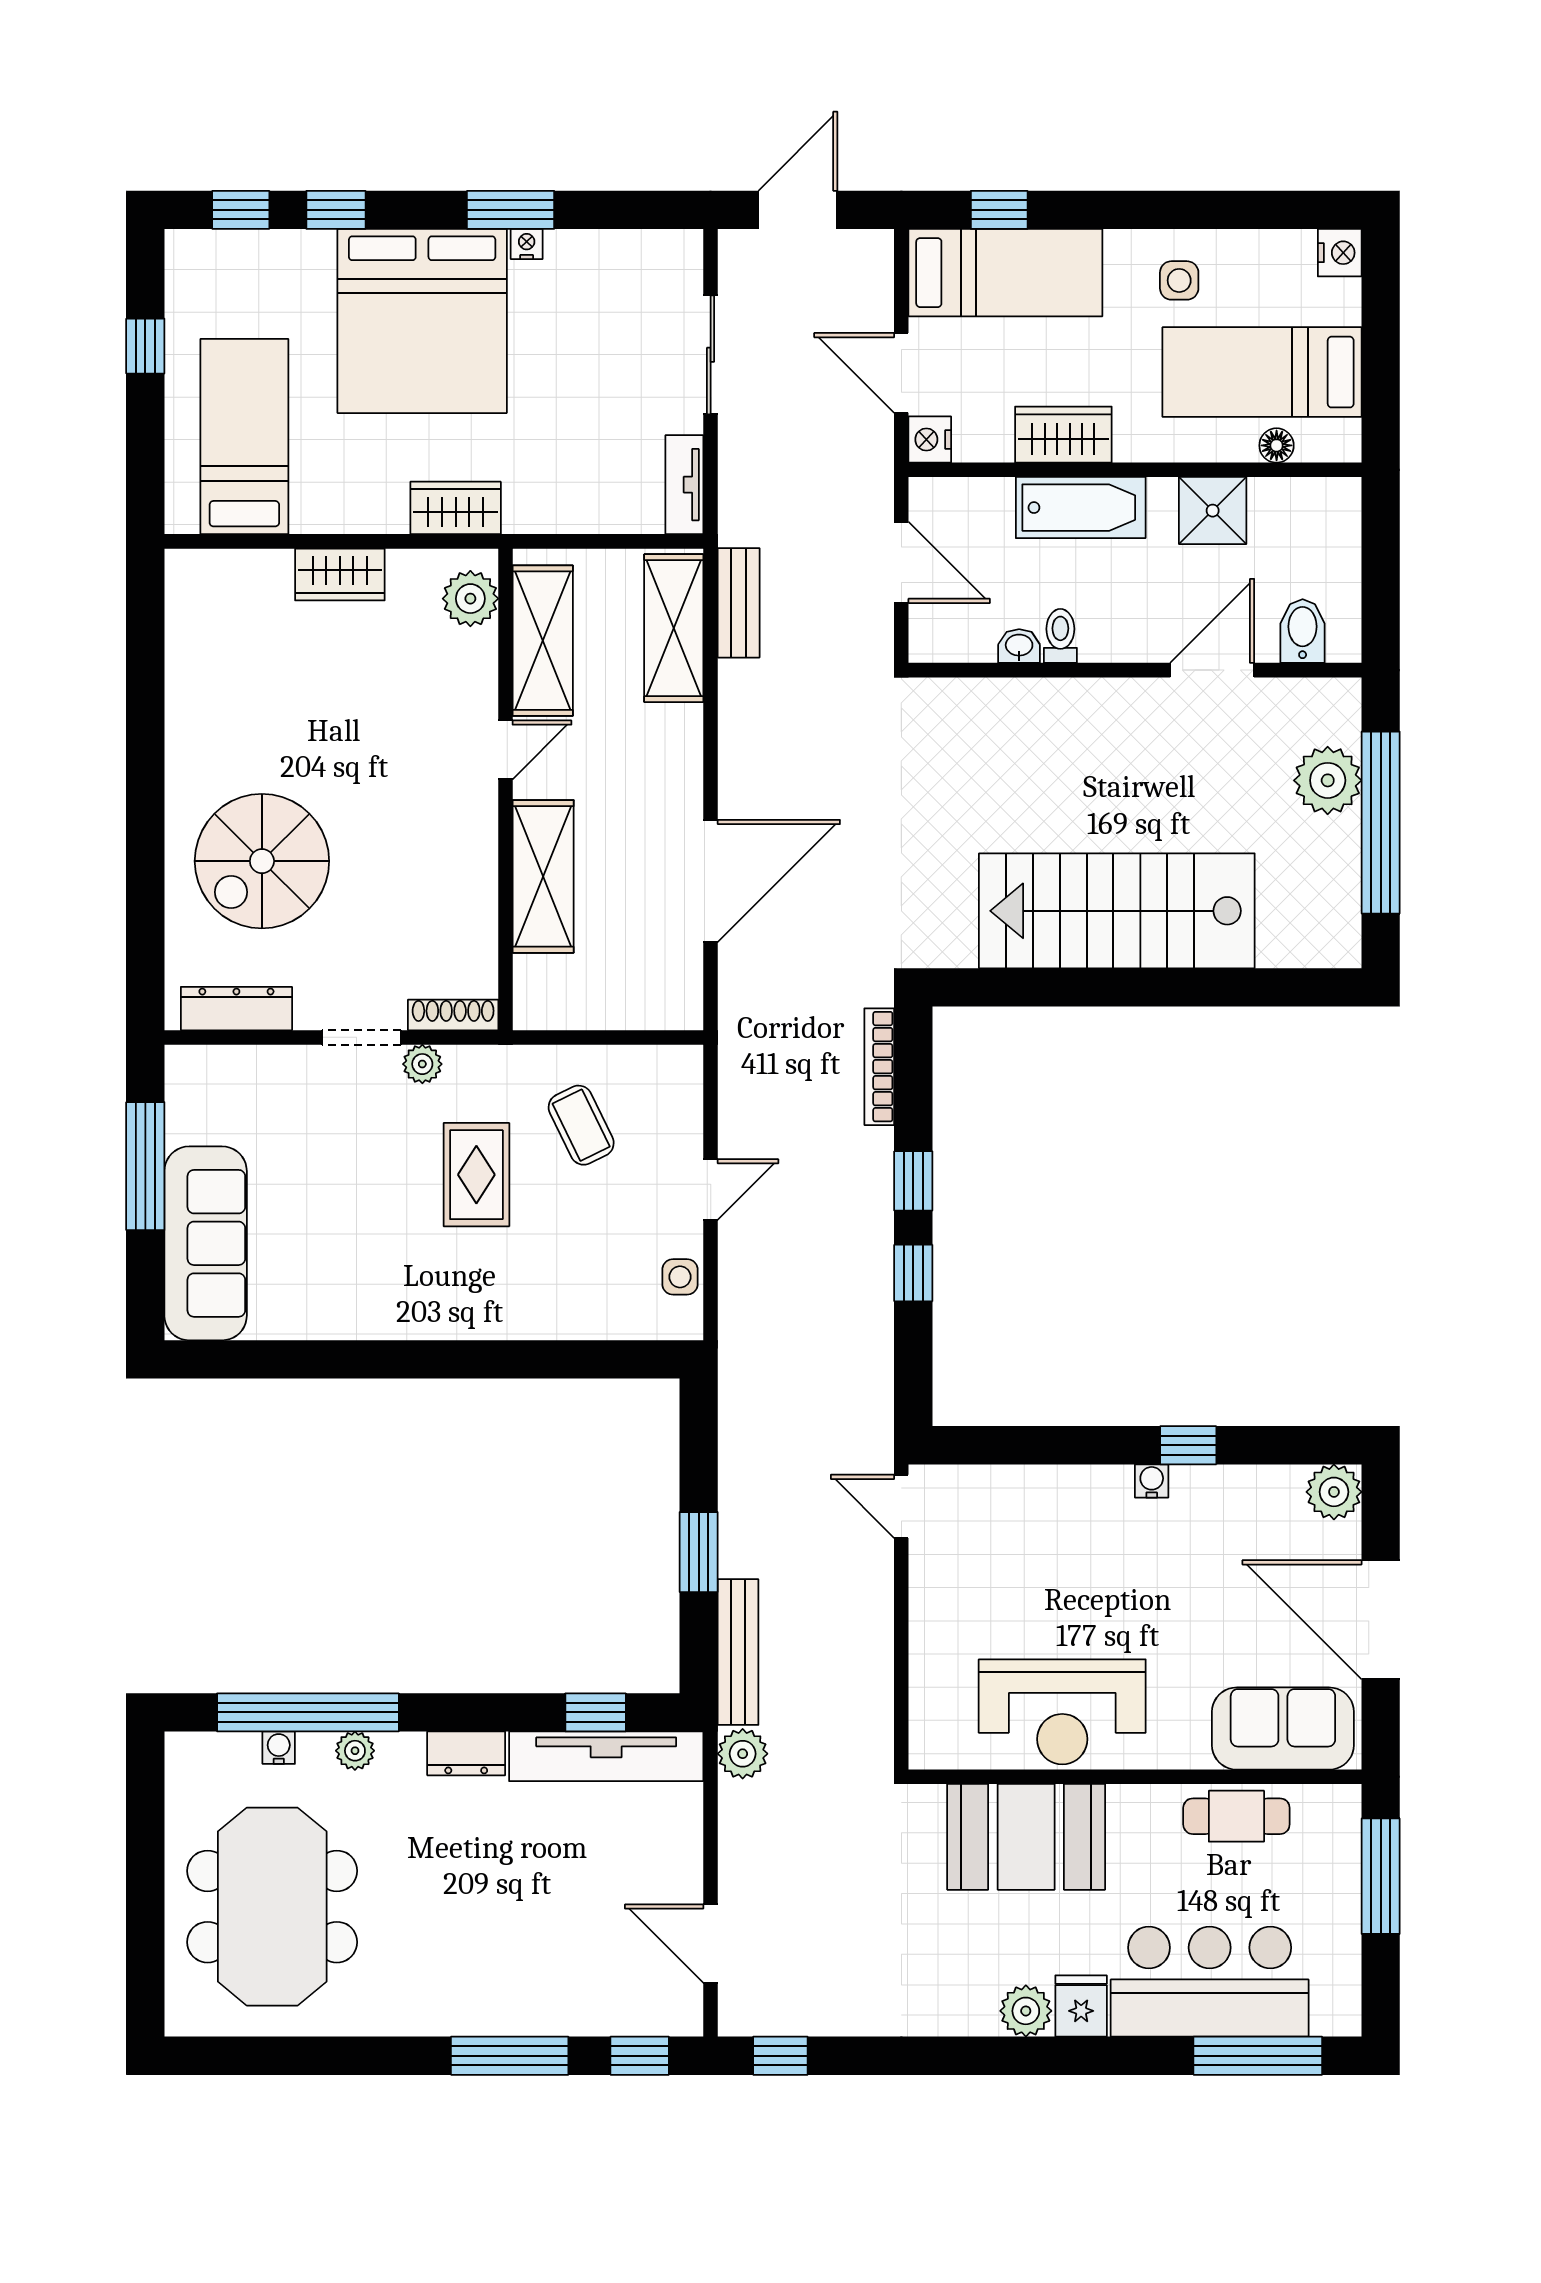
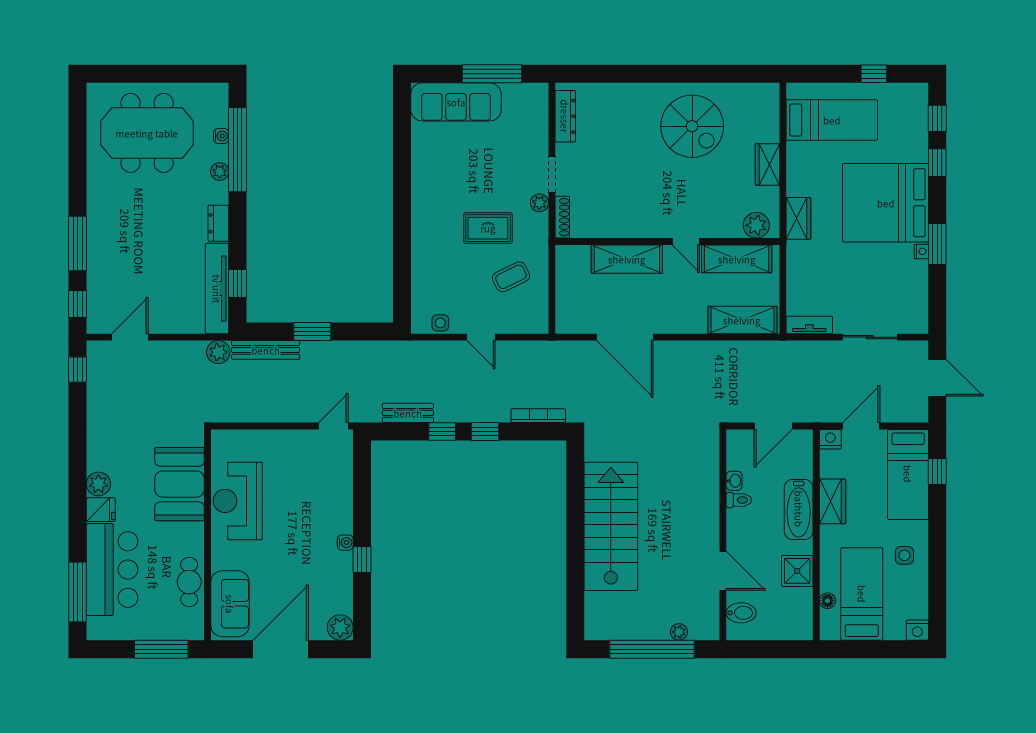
bench: (739, 603) -> (408, 413), moved
plant: (1328, 780) -> (679, 632), width x0.53, depth x0.53
spiral stairs: (262, 861) -> (692, 126), moved, turned 180

